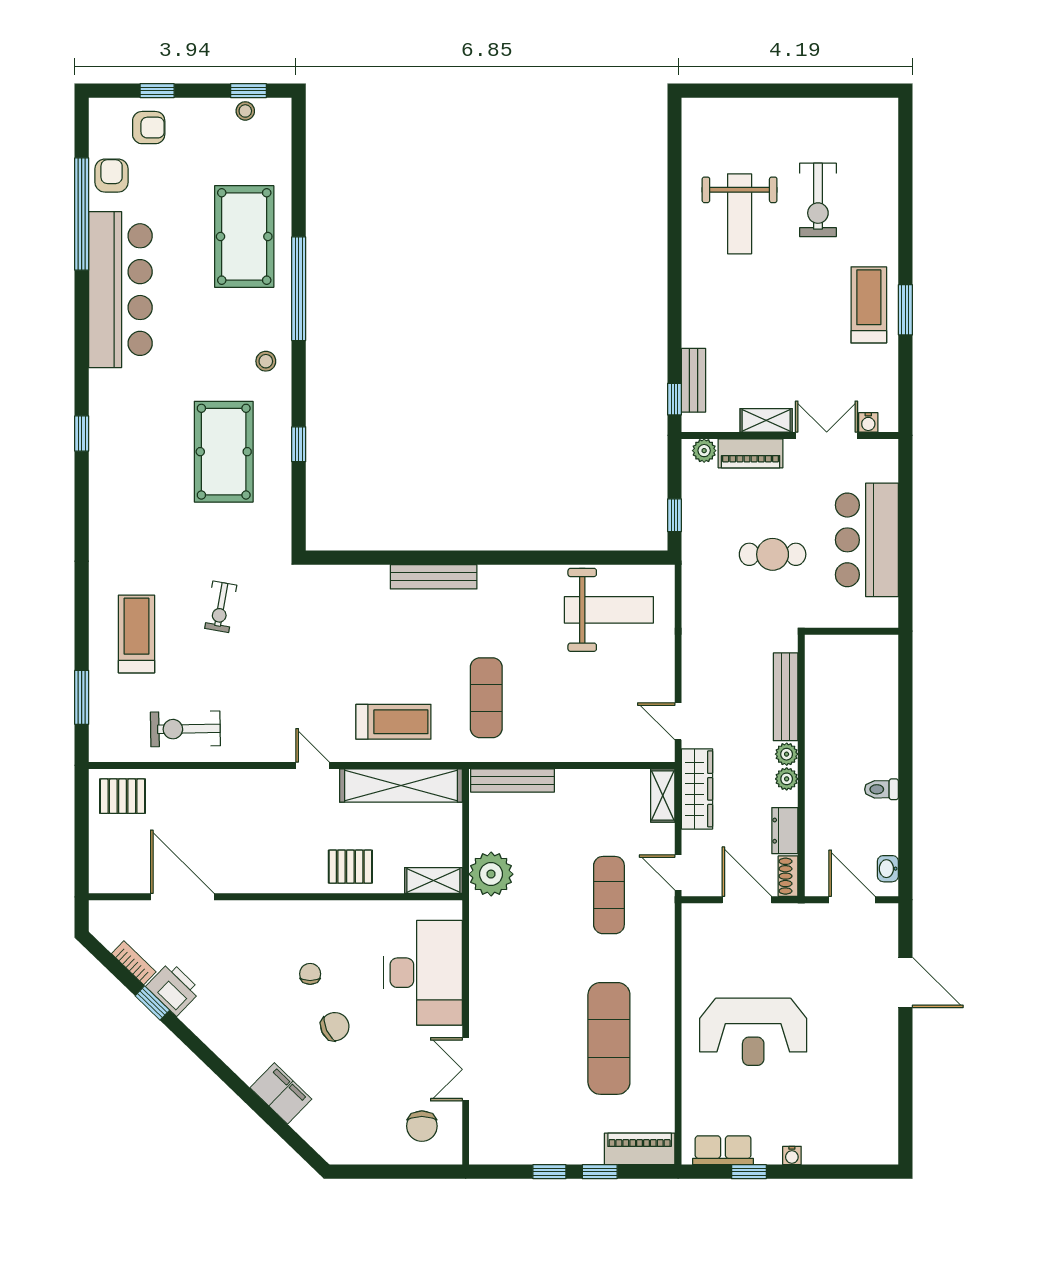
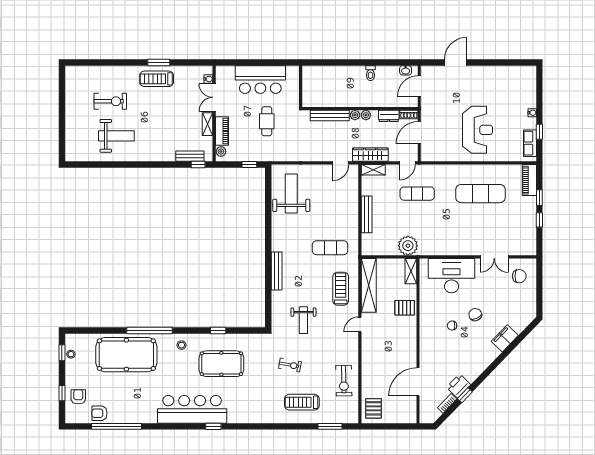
pool table: (244, 236) -> (126, 355), width x1.36, depth x1.32
bar counter: (120, 290) -> (192, 409), moved
weight bench: (322, 637) -> (303, 320), added
bench: (513, 780) -> (367, 214), moved
pallet: (350, 867) -> (405, 308), turned 90

